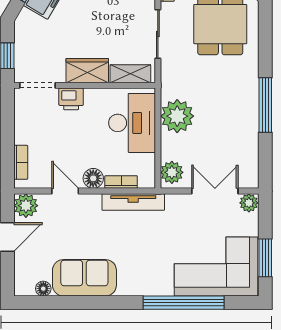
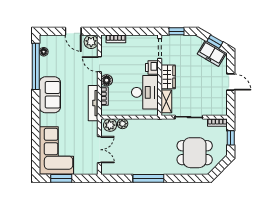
plant: (177, 116) -> (123, 124), moved, width x0.53, depth x0.53
desk: (132, 123) -> (145, 92), moved, turned -90
door: (65, 191) -> (99, 64), swing flipped
plant: (249, 203) -> (93, 169), removed
sofa: (84, 278) -> (50, 95), moved
window: (184, 303) -> (36, 66), moved

